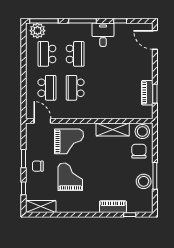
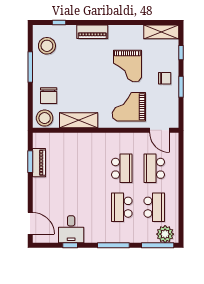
desk: (103, 35) -> (71, 229), moved
stool: (144, 181) -> (47, 46), moved
piano: (113, 207) -> (92, 32), moved

